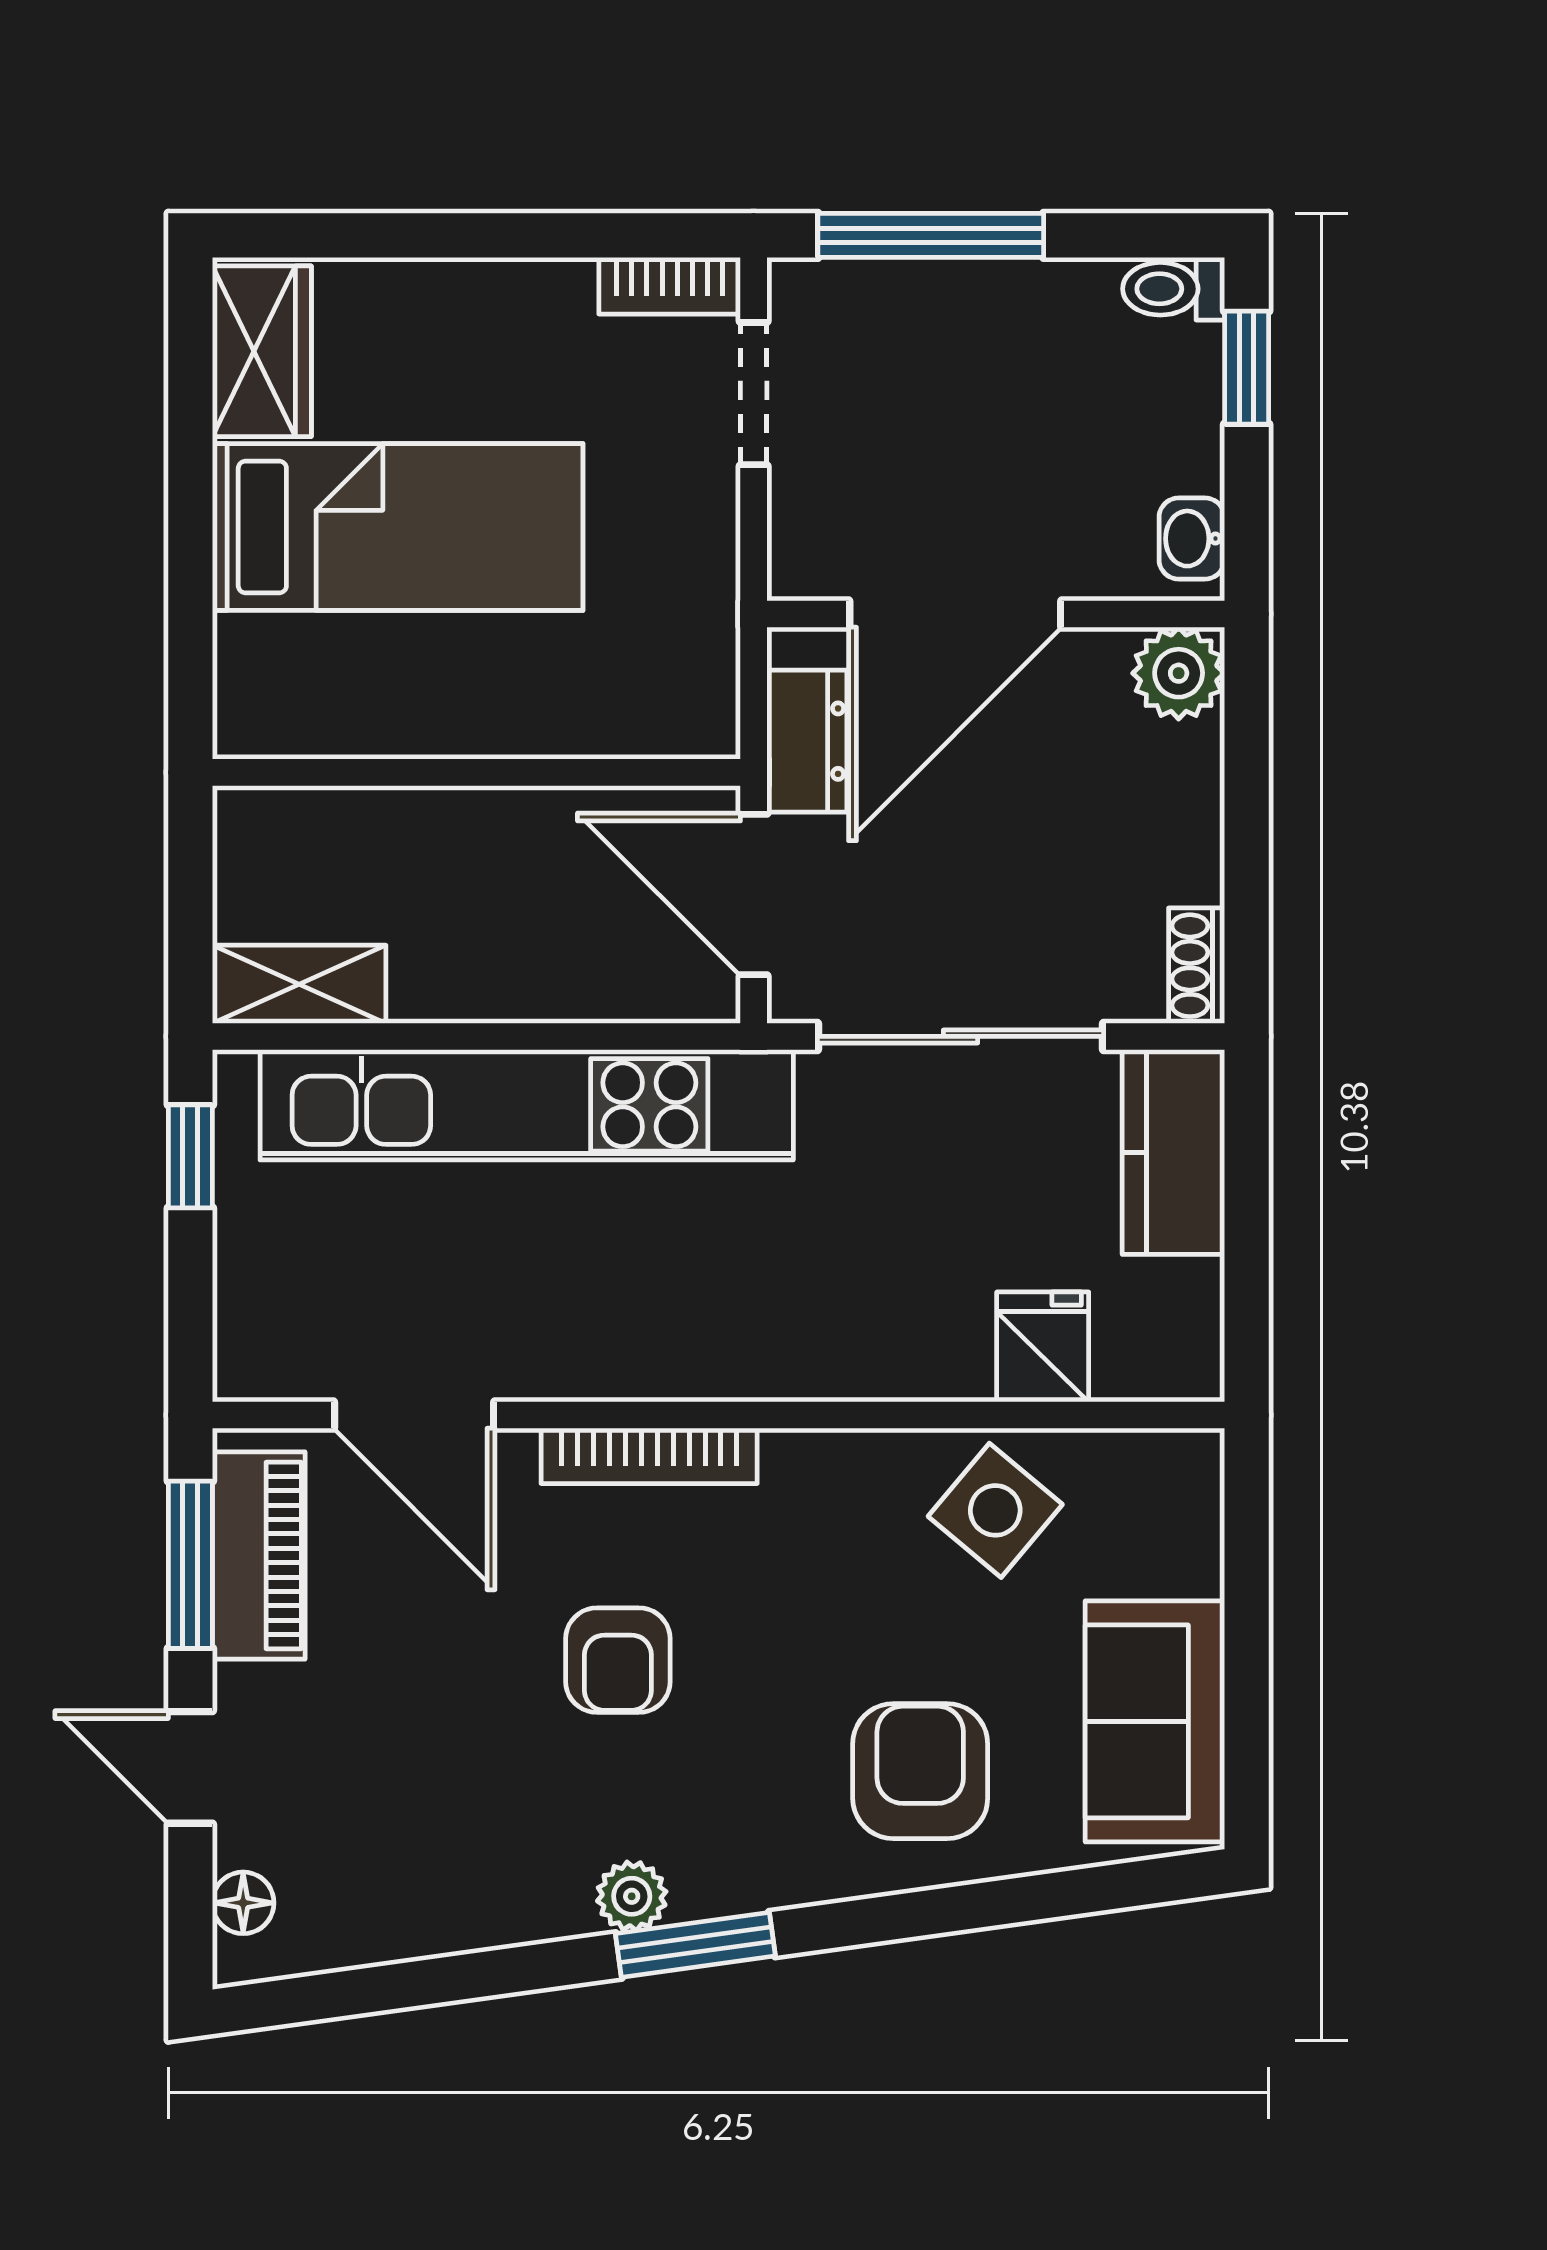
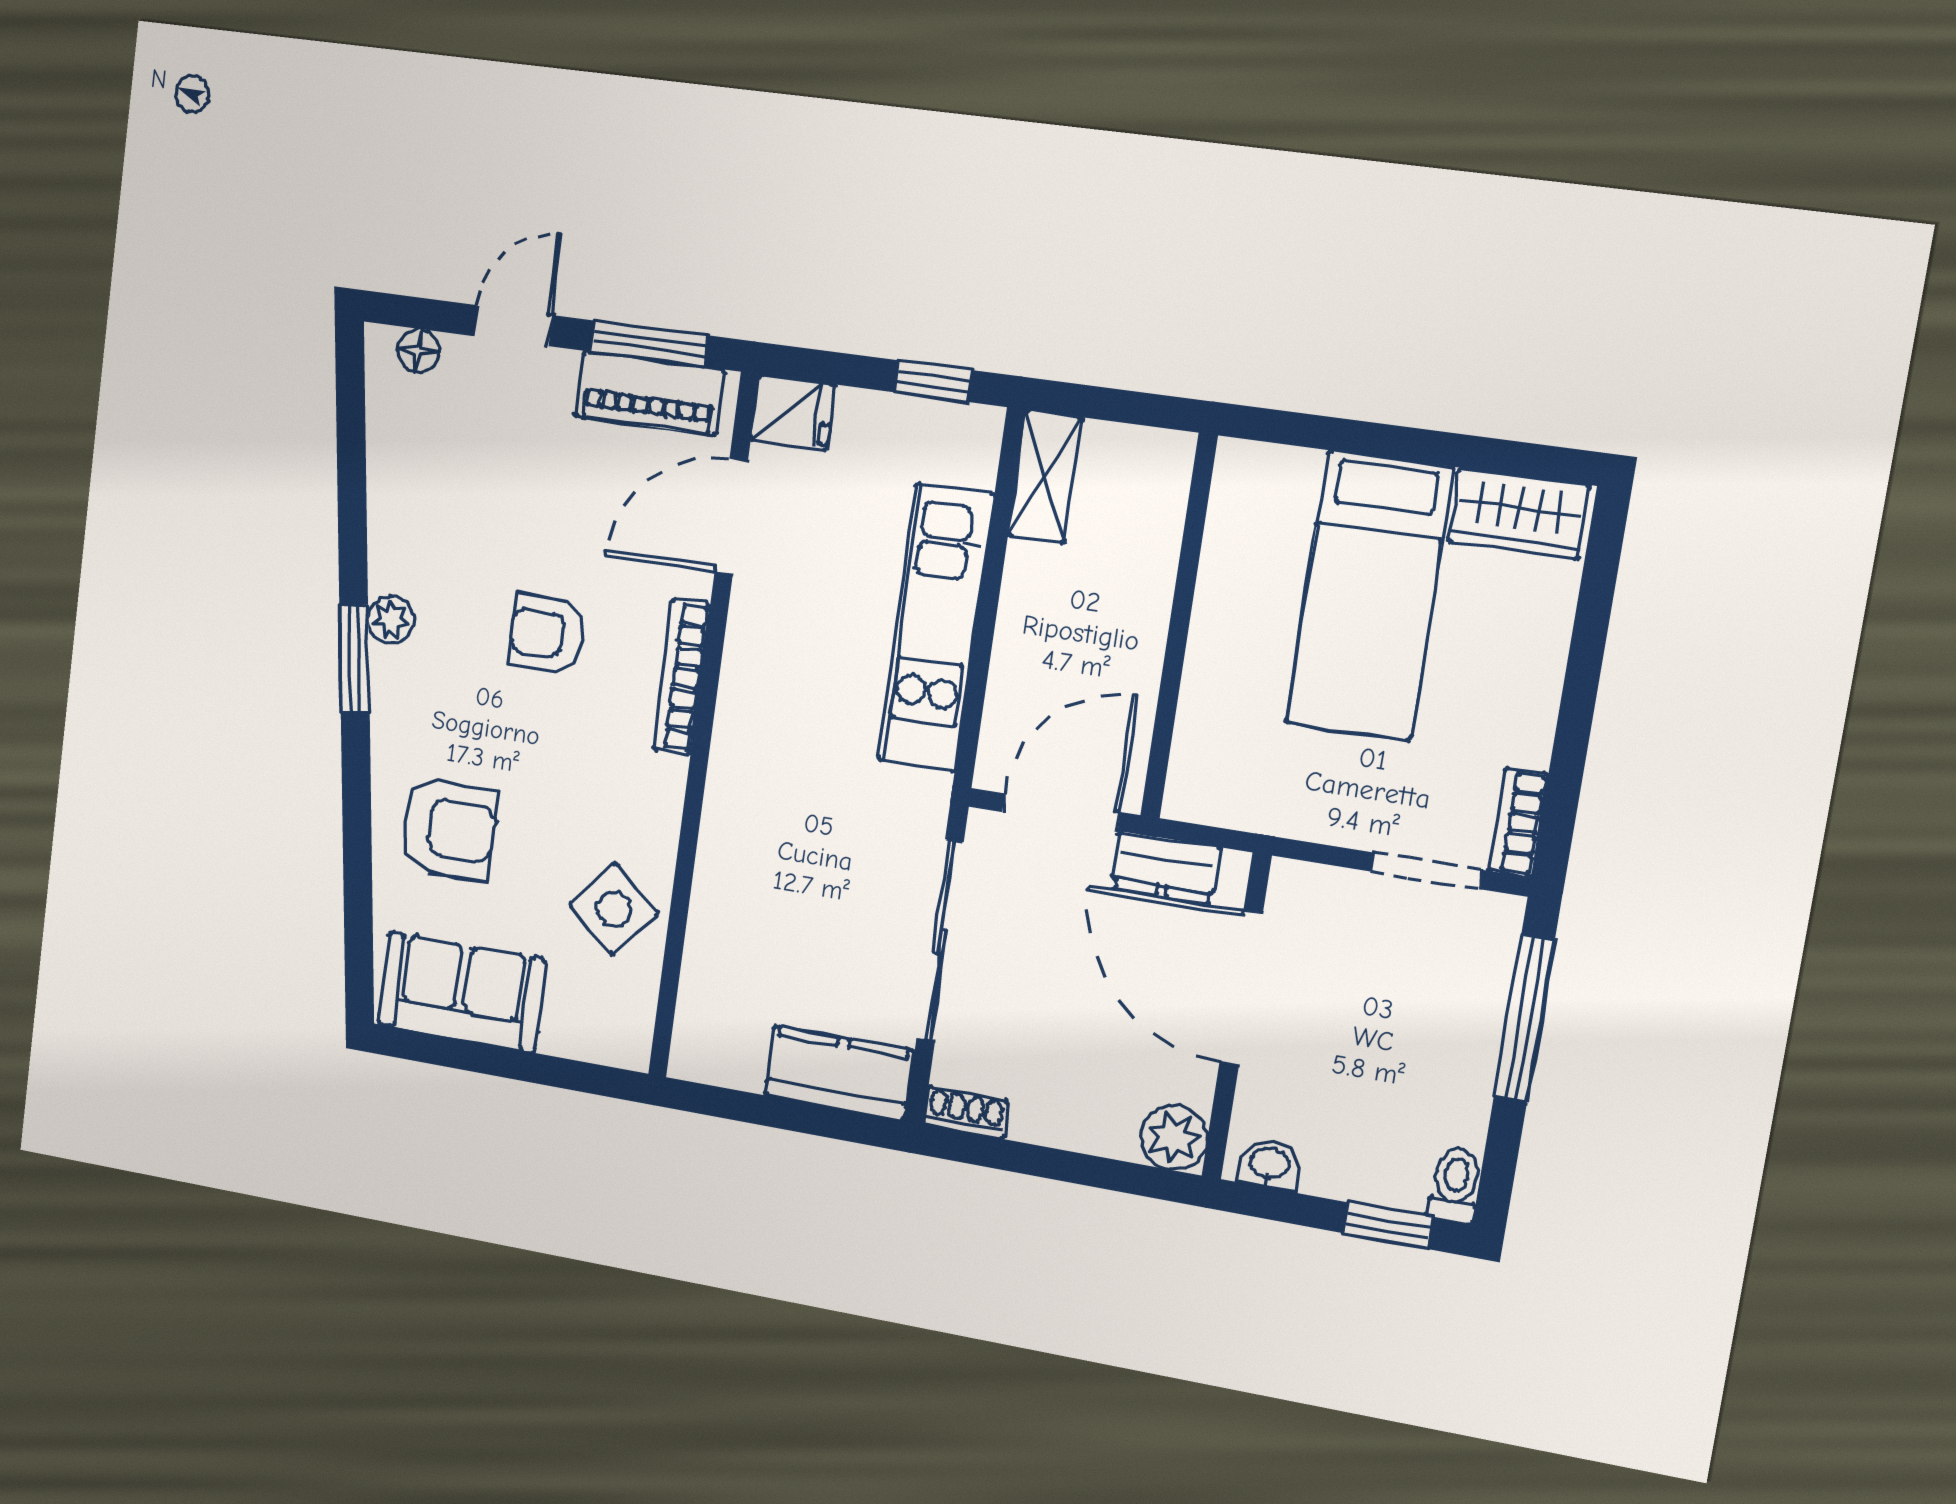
kitchen unit: (527, 1105) -> (936, 628), width x0.73
fridge: (1043, 1347) -> (793, 412), moved

